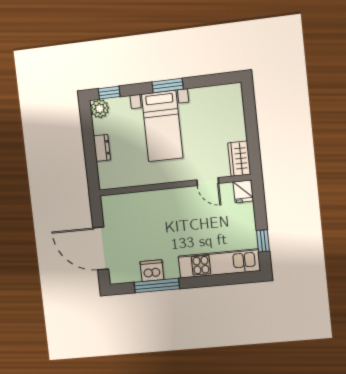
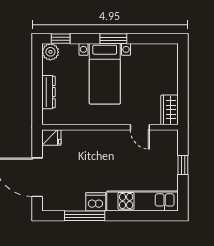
dresser: (102, 148) -> (48, 92), width x1.44
fridge: (243, 191) -> (51, 137), moved, turned -90
window: (263, 241) -> (183, 165), moved
dishwasher: (152, 271) -> (96, 202), moved

